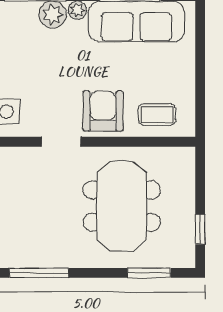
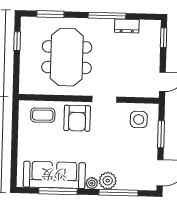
dresser: (29, 258) -> (127, 26), added
window: (39, 273) -> (107, 16), moved

